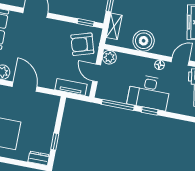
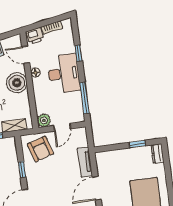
window: (86, 23) -> (22, 170), moved
boiler: (144, 41) -> (17, 83), moved
tv unit: (71, 87) -> (85, 162), moved
window: (150, 111) -> (78, 53), moved

